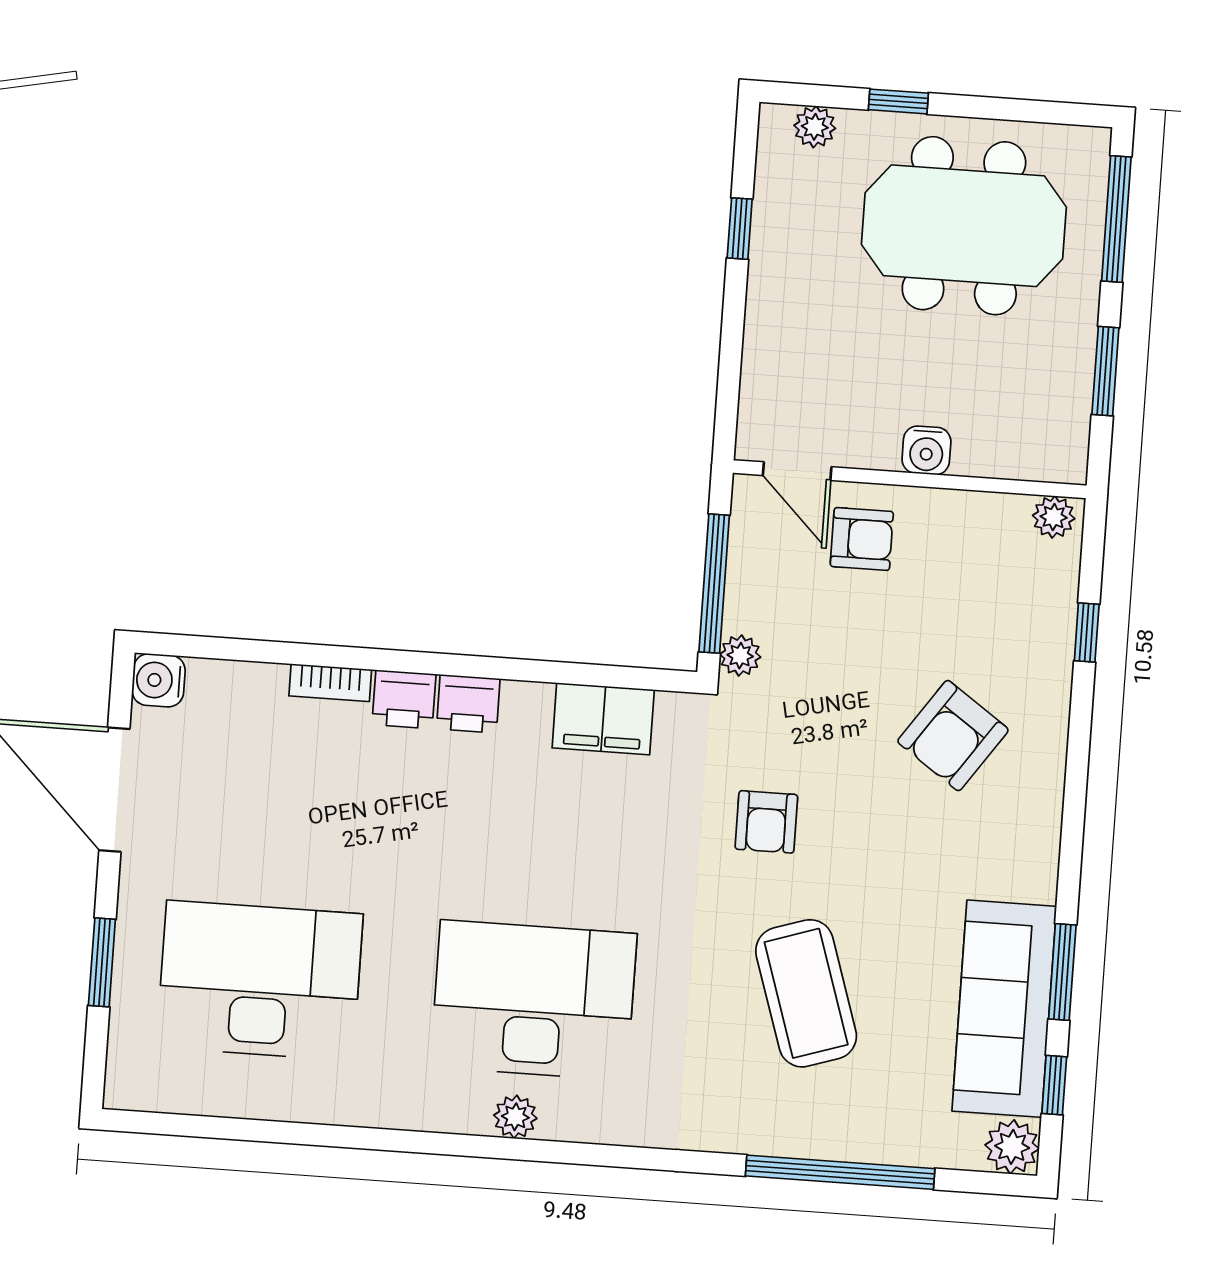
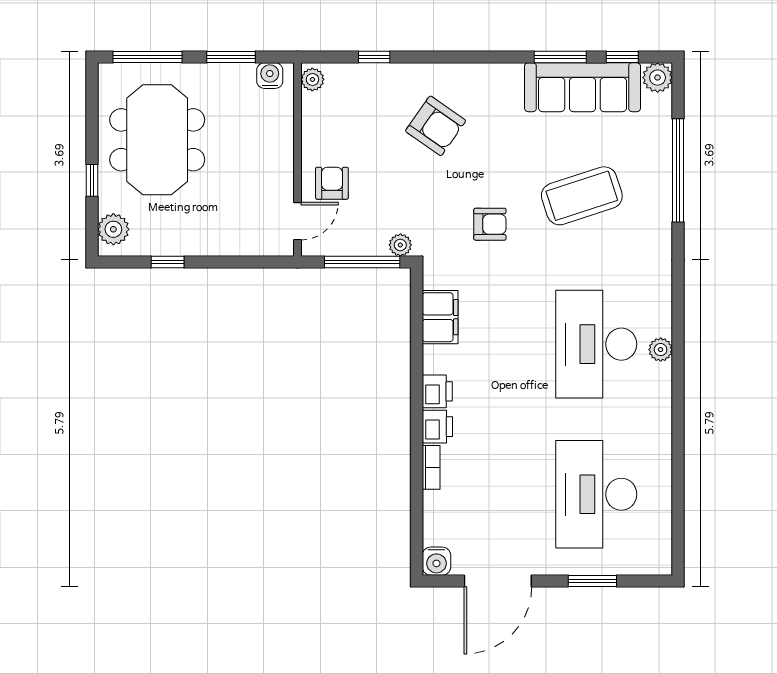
plant: (815, 127) -> (113, 229), width x1.38, depth x1.38
water cooler: (926, 450) -> (270, 76), moved, turned -90

